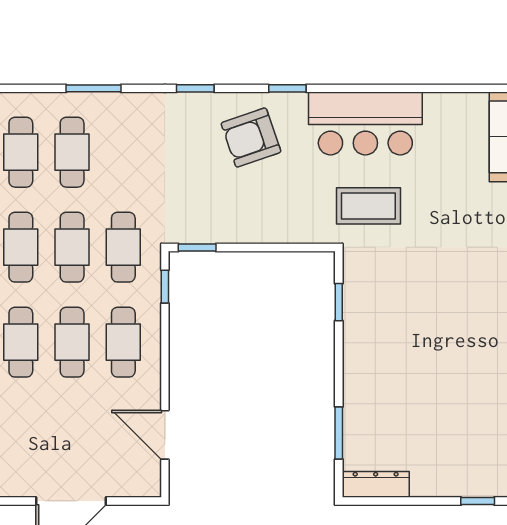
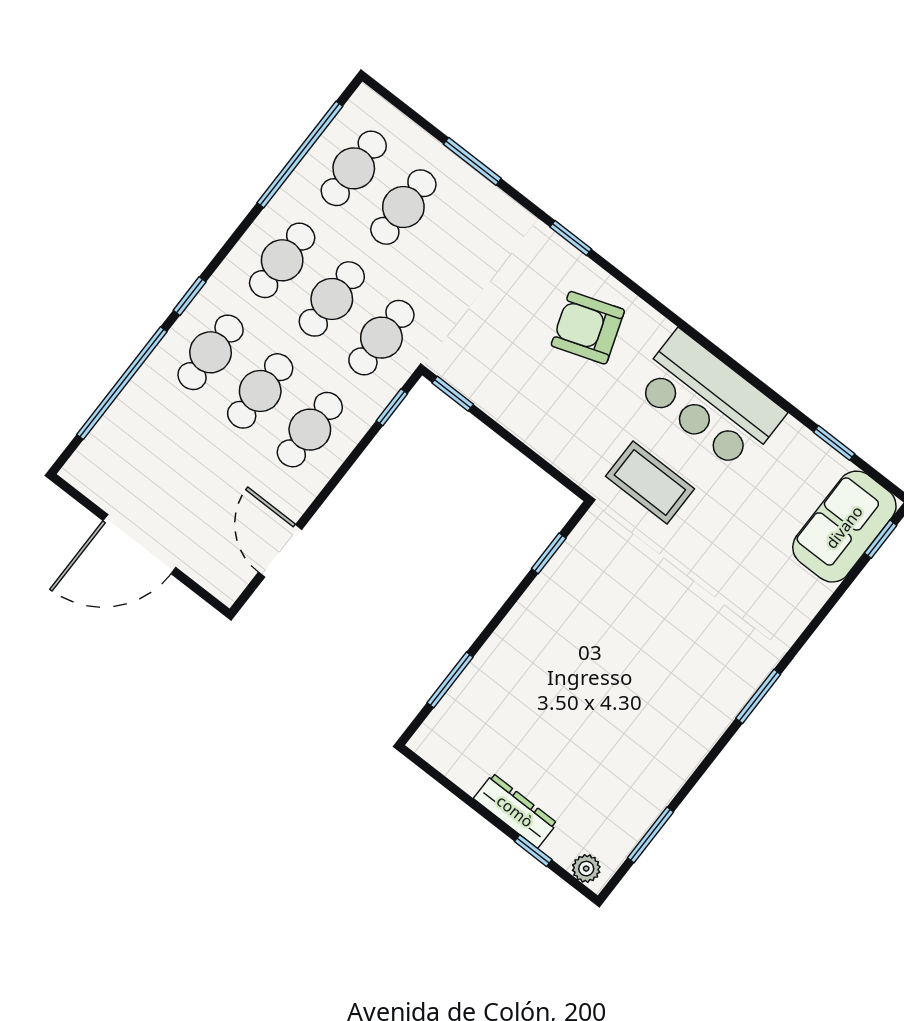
window: (287, 88) -> (834, 443), moved
dresser: (376, 484) -> (515, 811), moved

